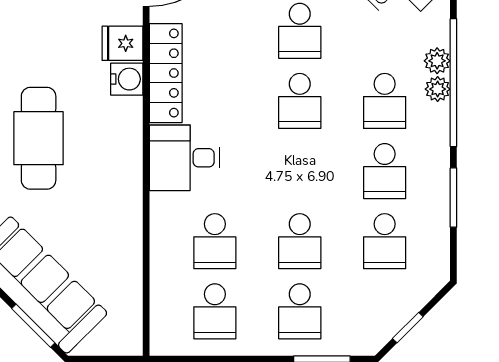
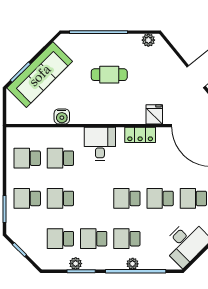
plant: (437, 61) -> (76, 264), moved
locker: (166, 73) -> (140, 135), width x0.66
water cooler: (127, 79) -> (62, 116), moved
cafe table: (39, 138) -> (109, 75), width x0.73, depth x0.74

